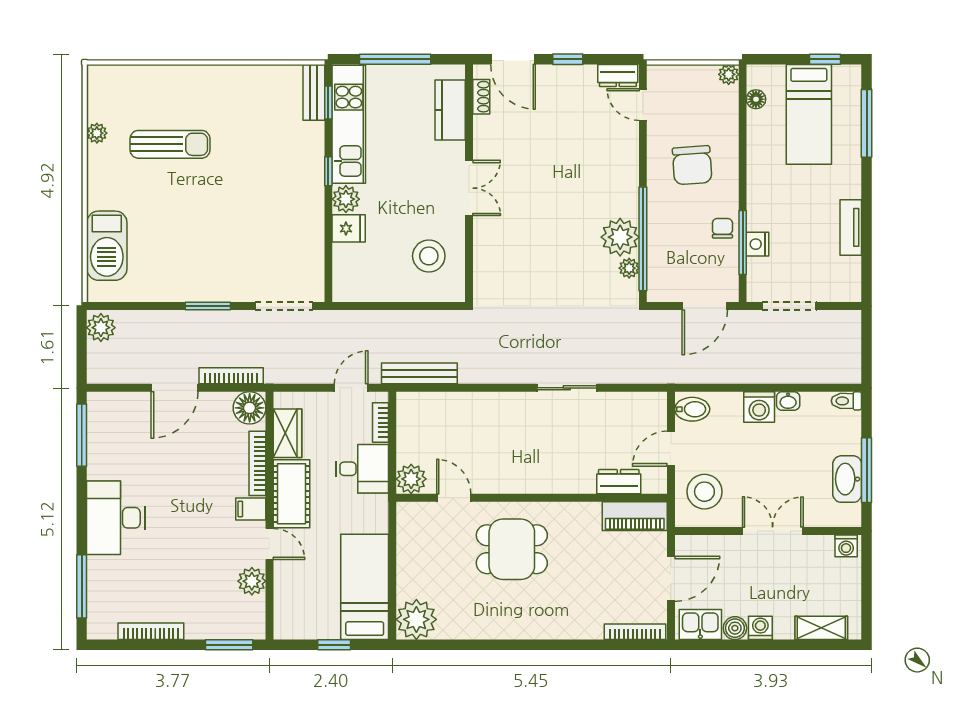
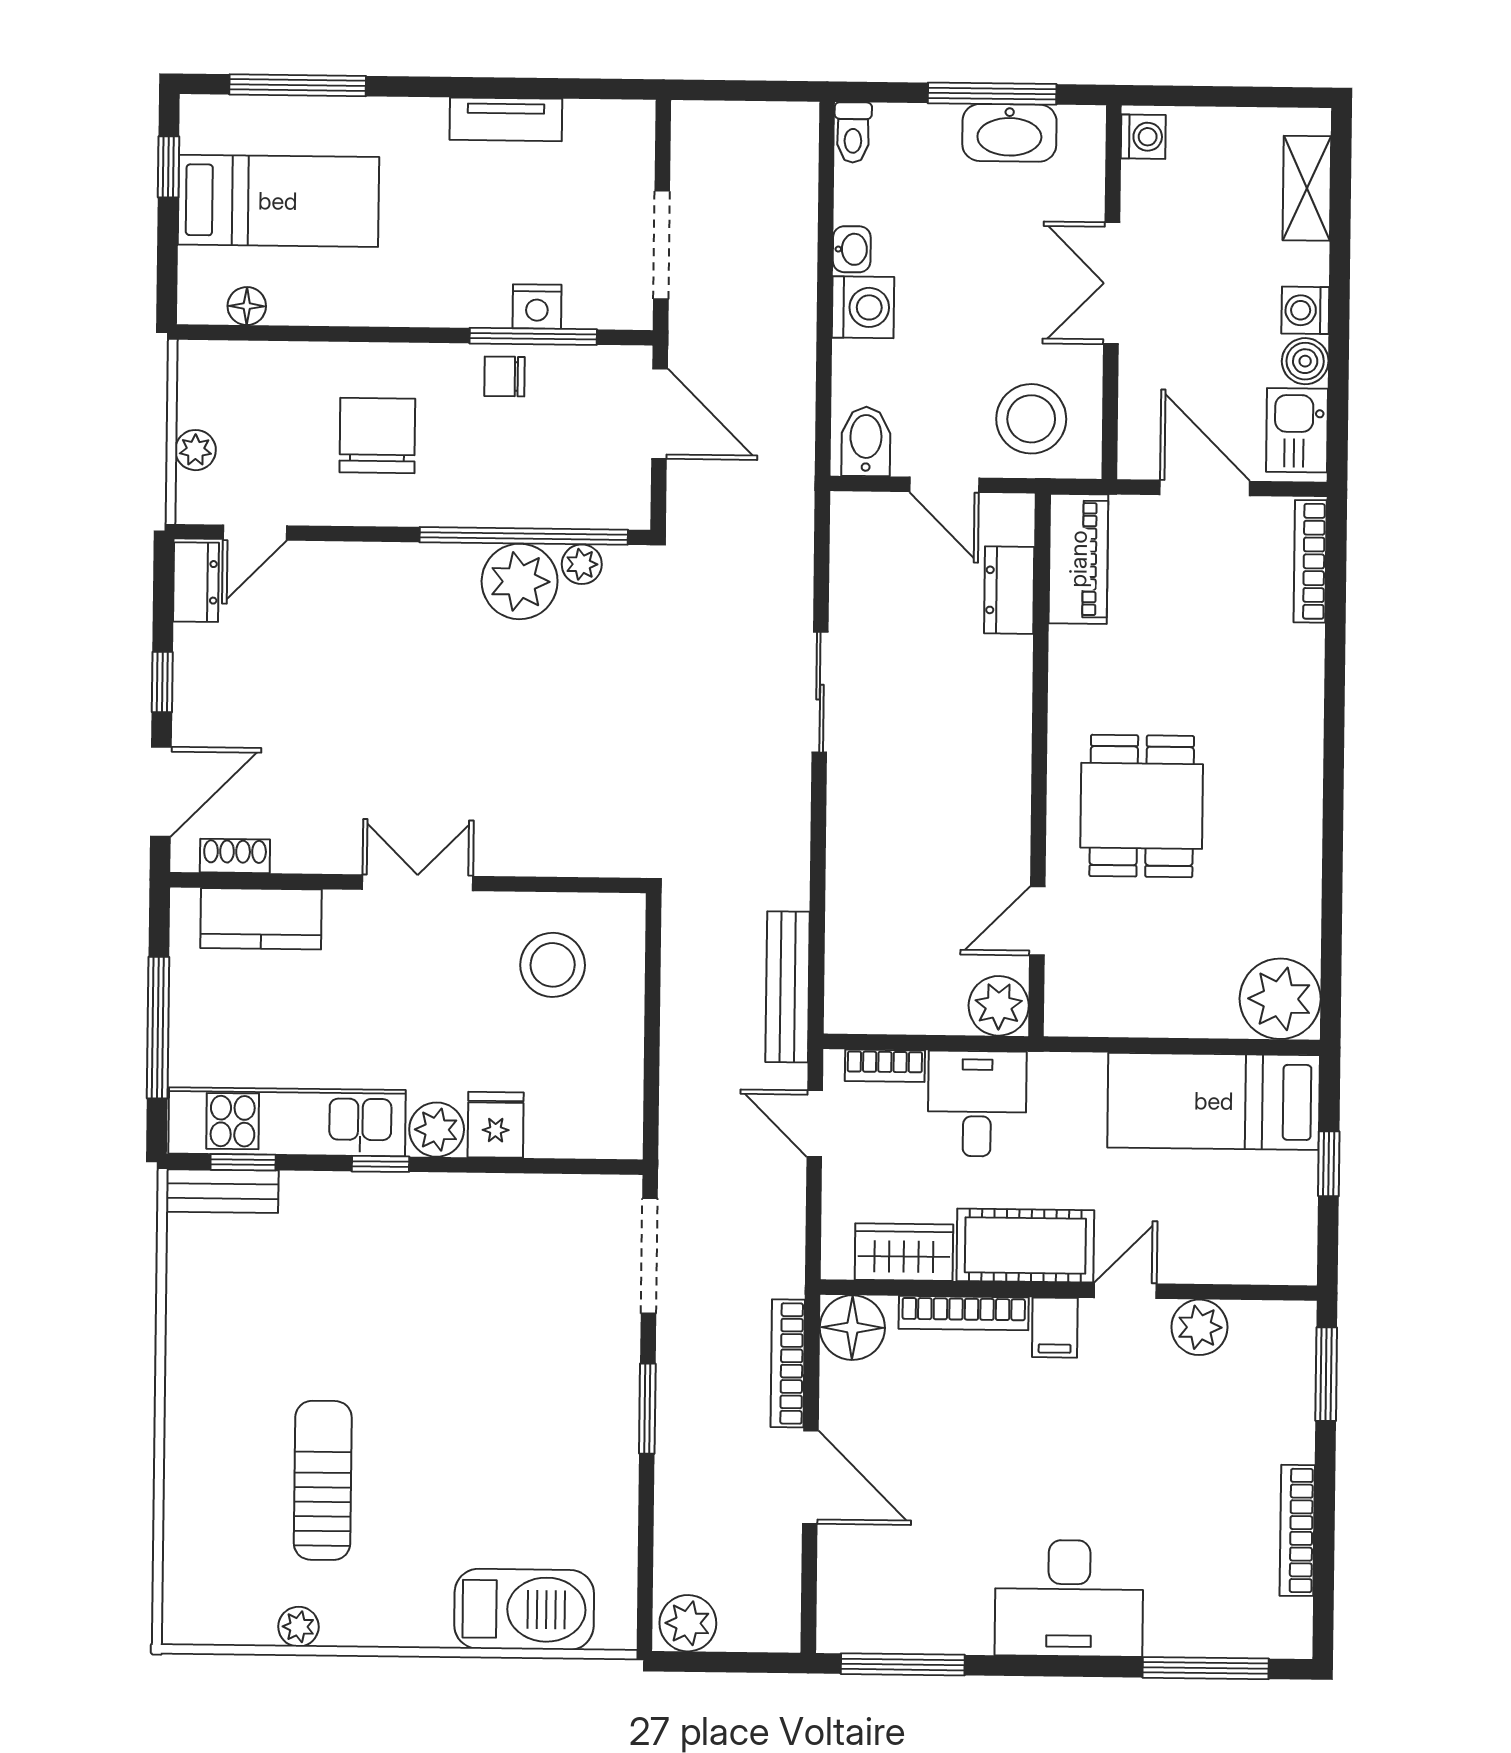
plant: (729, 74) -> (195, 450), moved
chair: (692, 165) -> (377, 435), turned -86

